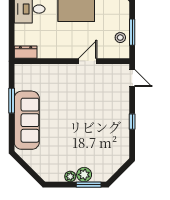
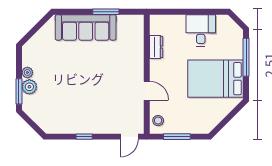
stool: (120, 38) -> (158, 121), moved
dresser: (26, 52) -> (156, 47), moved

